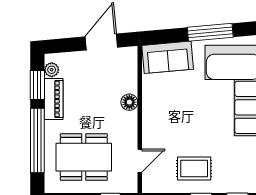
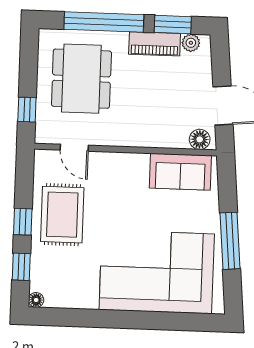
sofa: (168, 57) -> (180, 172), moved, turned -85
floor lamp: (129, 102) -> (200, 139), moved
rug: (194, 168) -> (62, 215), width x1.36, depth x1.43

